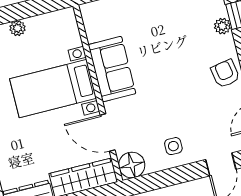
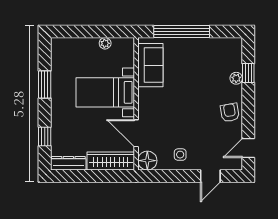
plant: (18, 28) -> (105, 43), moved
sofa: (112, 69) -> (150, 65), moved

